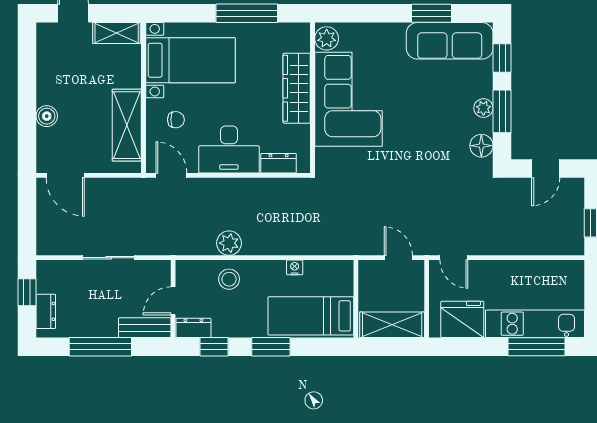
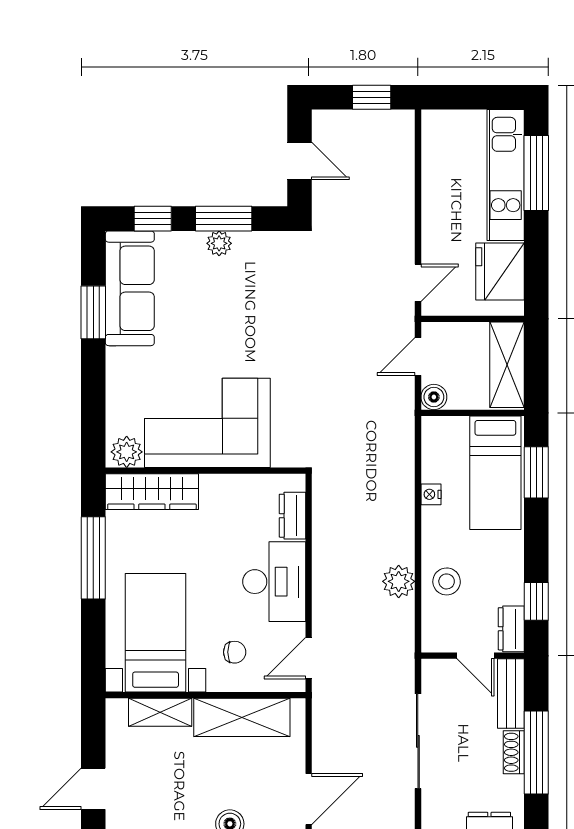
shelving: (117, 33) -> (160, 712), moved, turned 90
wardrobe: (297, 88) -> (152, 492), moved
chair: (176, 120) -> (235, 652), turned 90
floor lamp: (481, 146) -> (269, 246), removed
sliding door: (109, 258) -> (418, 741), width x1.37
boiler: (368, 270) -> (434, 397), added
shoe rack: (101, 330) -> (514, 752), added
window: (271, 347) -> (536, 472), moved

